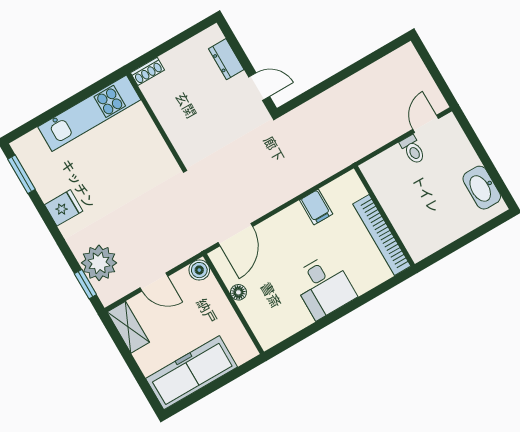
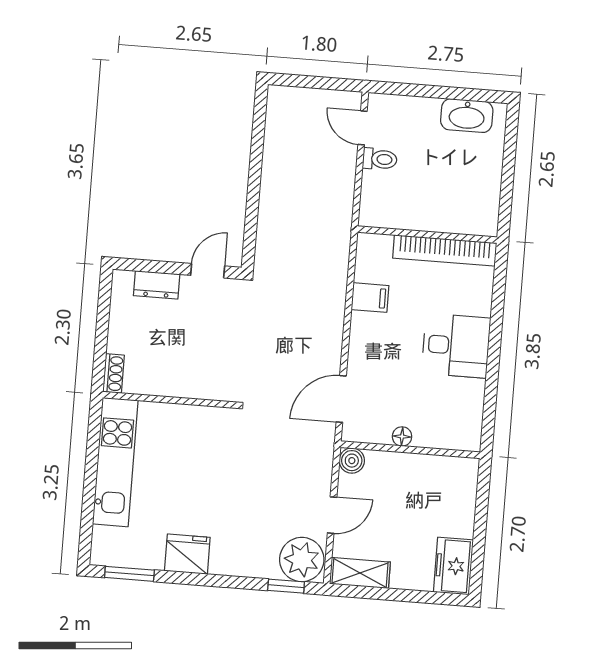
fridge: (64, 208) -> (187, 554), width x1.38
door: (235, 235) -> (341, 399), swing flipped
plant: (99, 263) -> (302, 560), moved
freezer: (192, 373) -> (453, 566), width x0.52, depth x0.79

